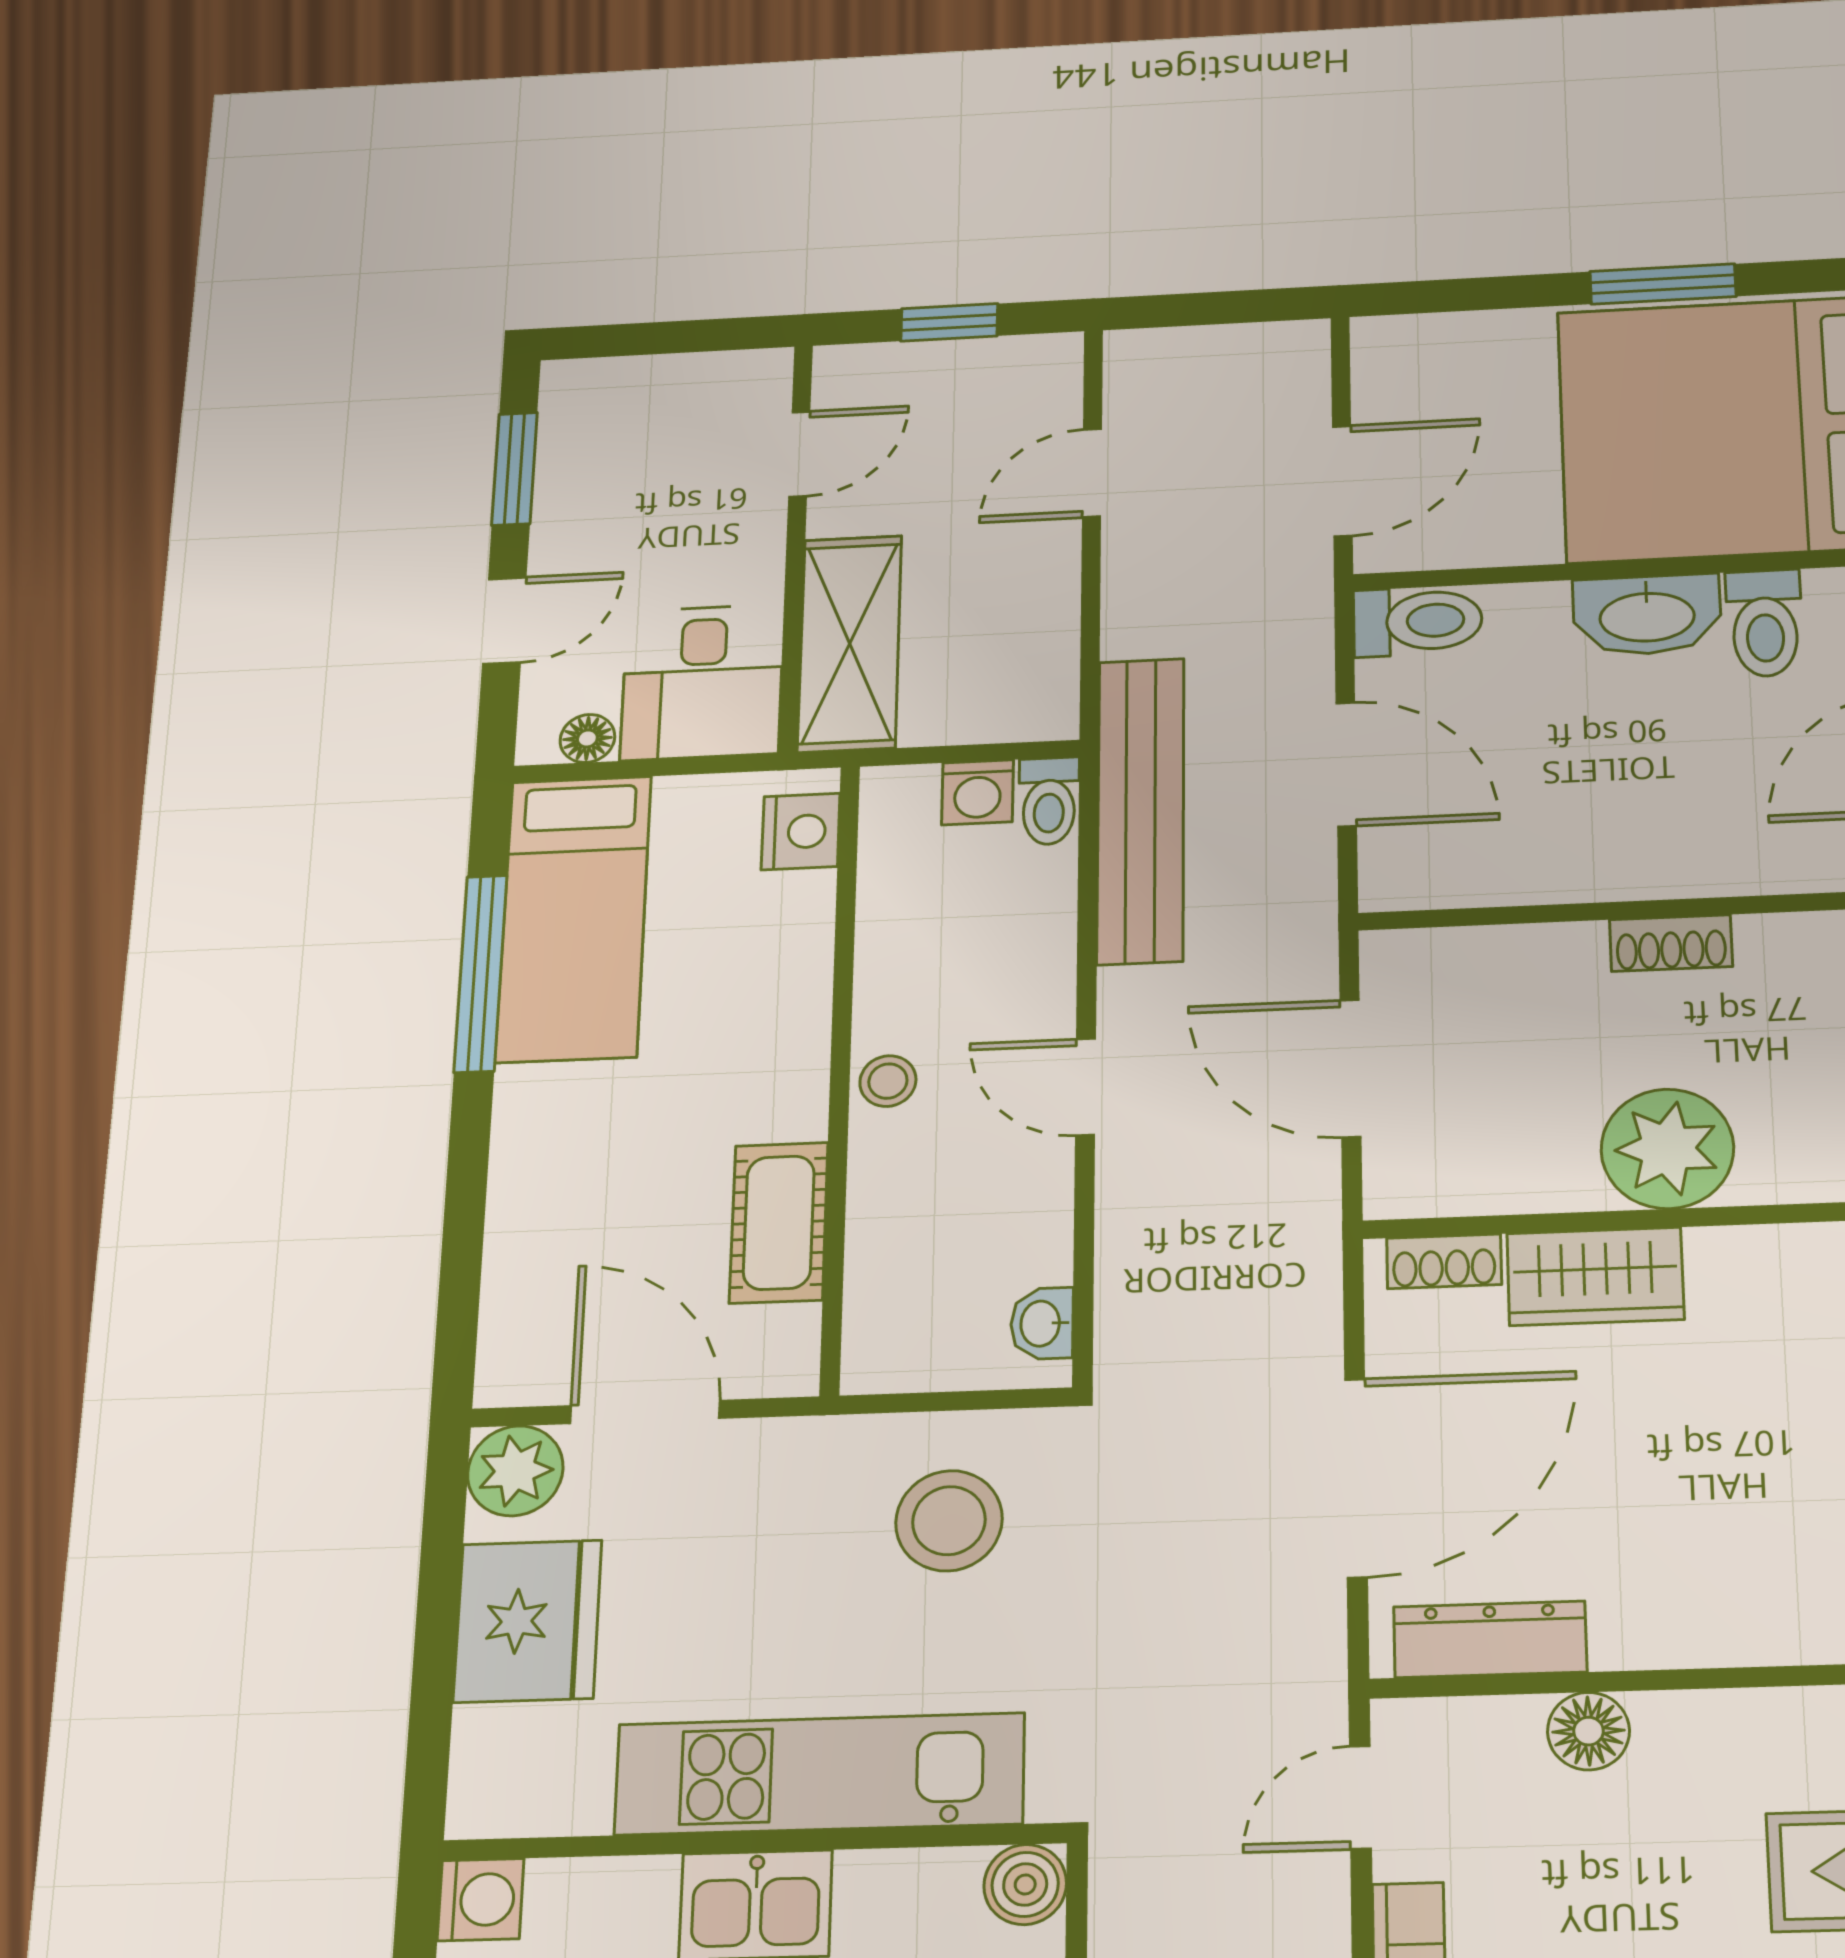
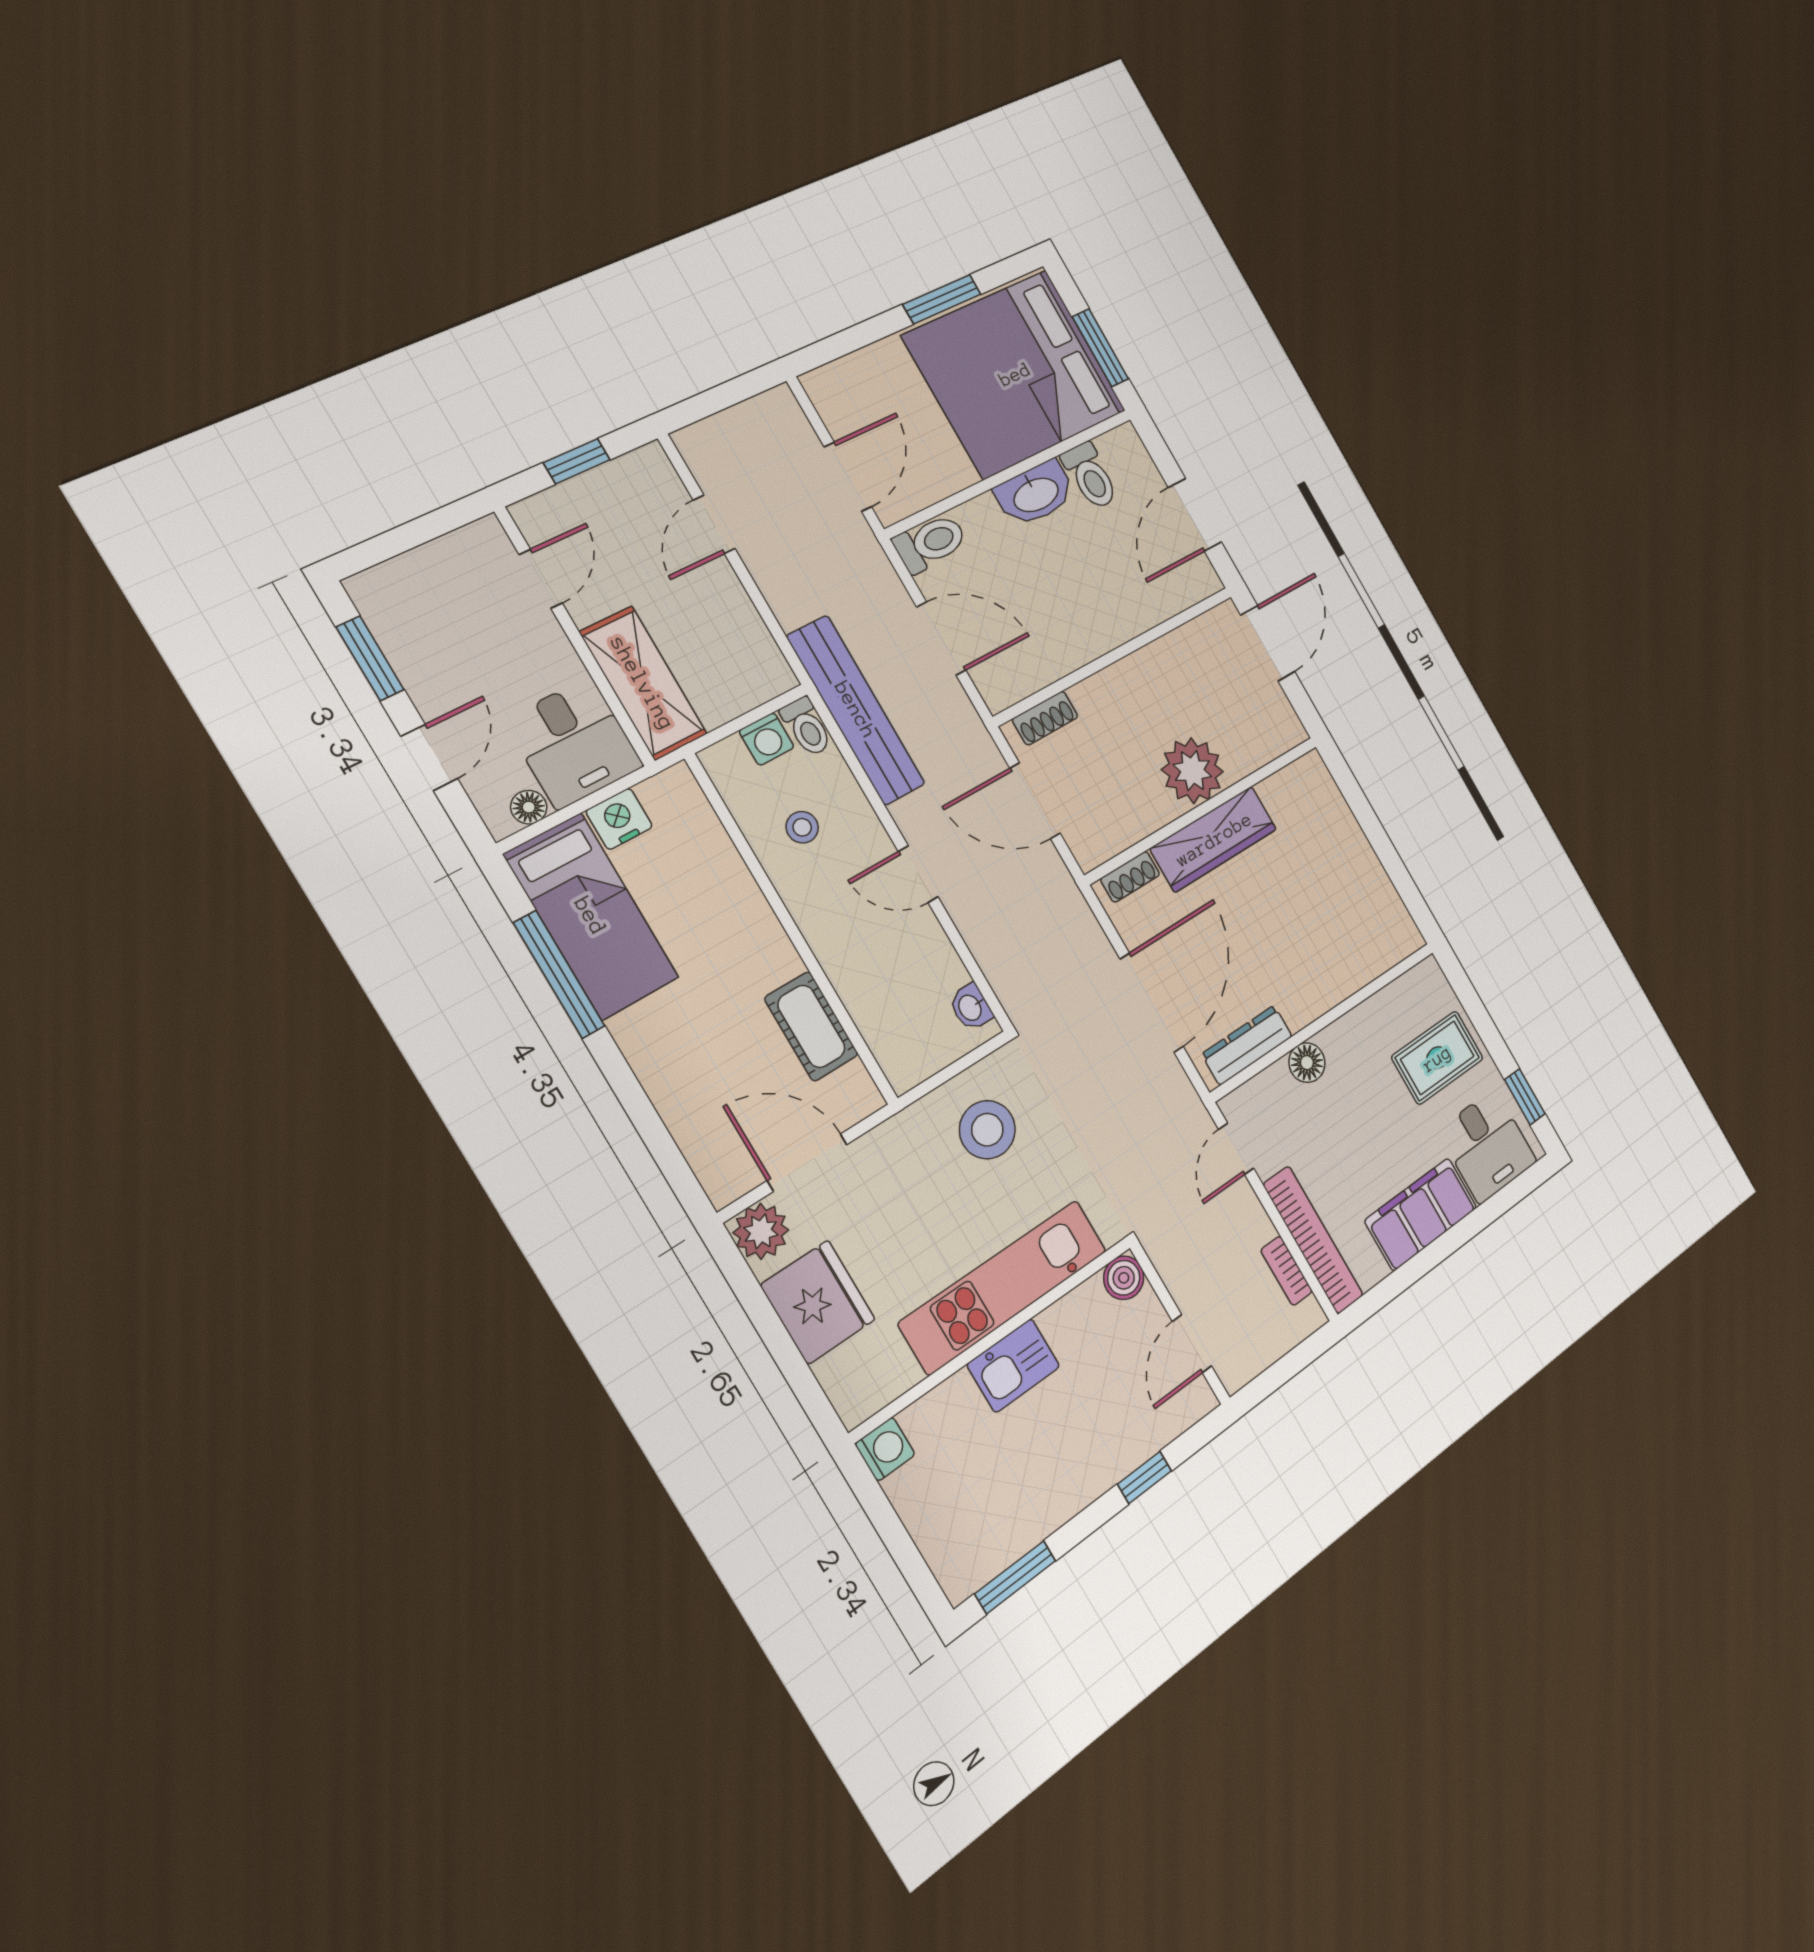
nightstand: (801, 832) -> (619, 819), moved, turned -90
shoe rack: (1671, 943) -> (1045, 718), moved
stool: (888, 1081) -> (802, 827), moved
wardrobe: (1595, 1276) -> (1214, 839), width x1.50

